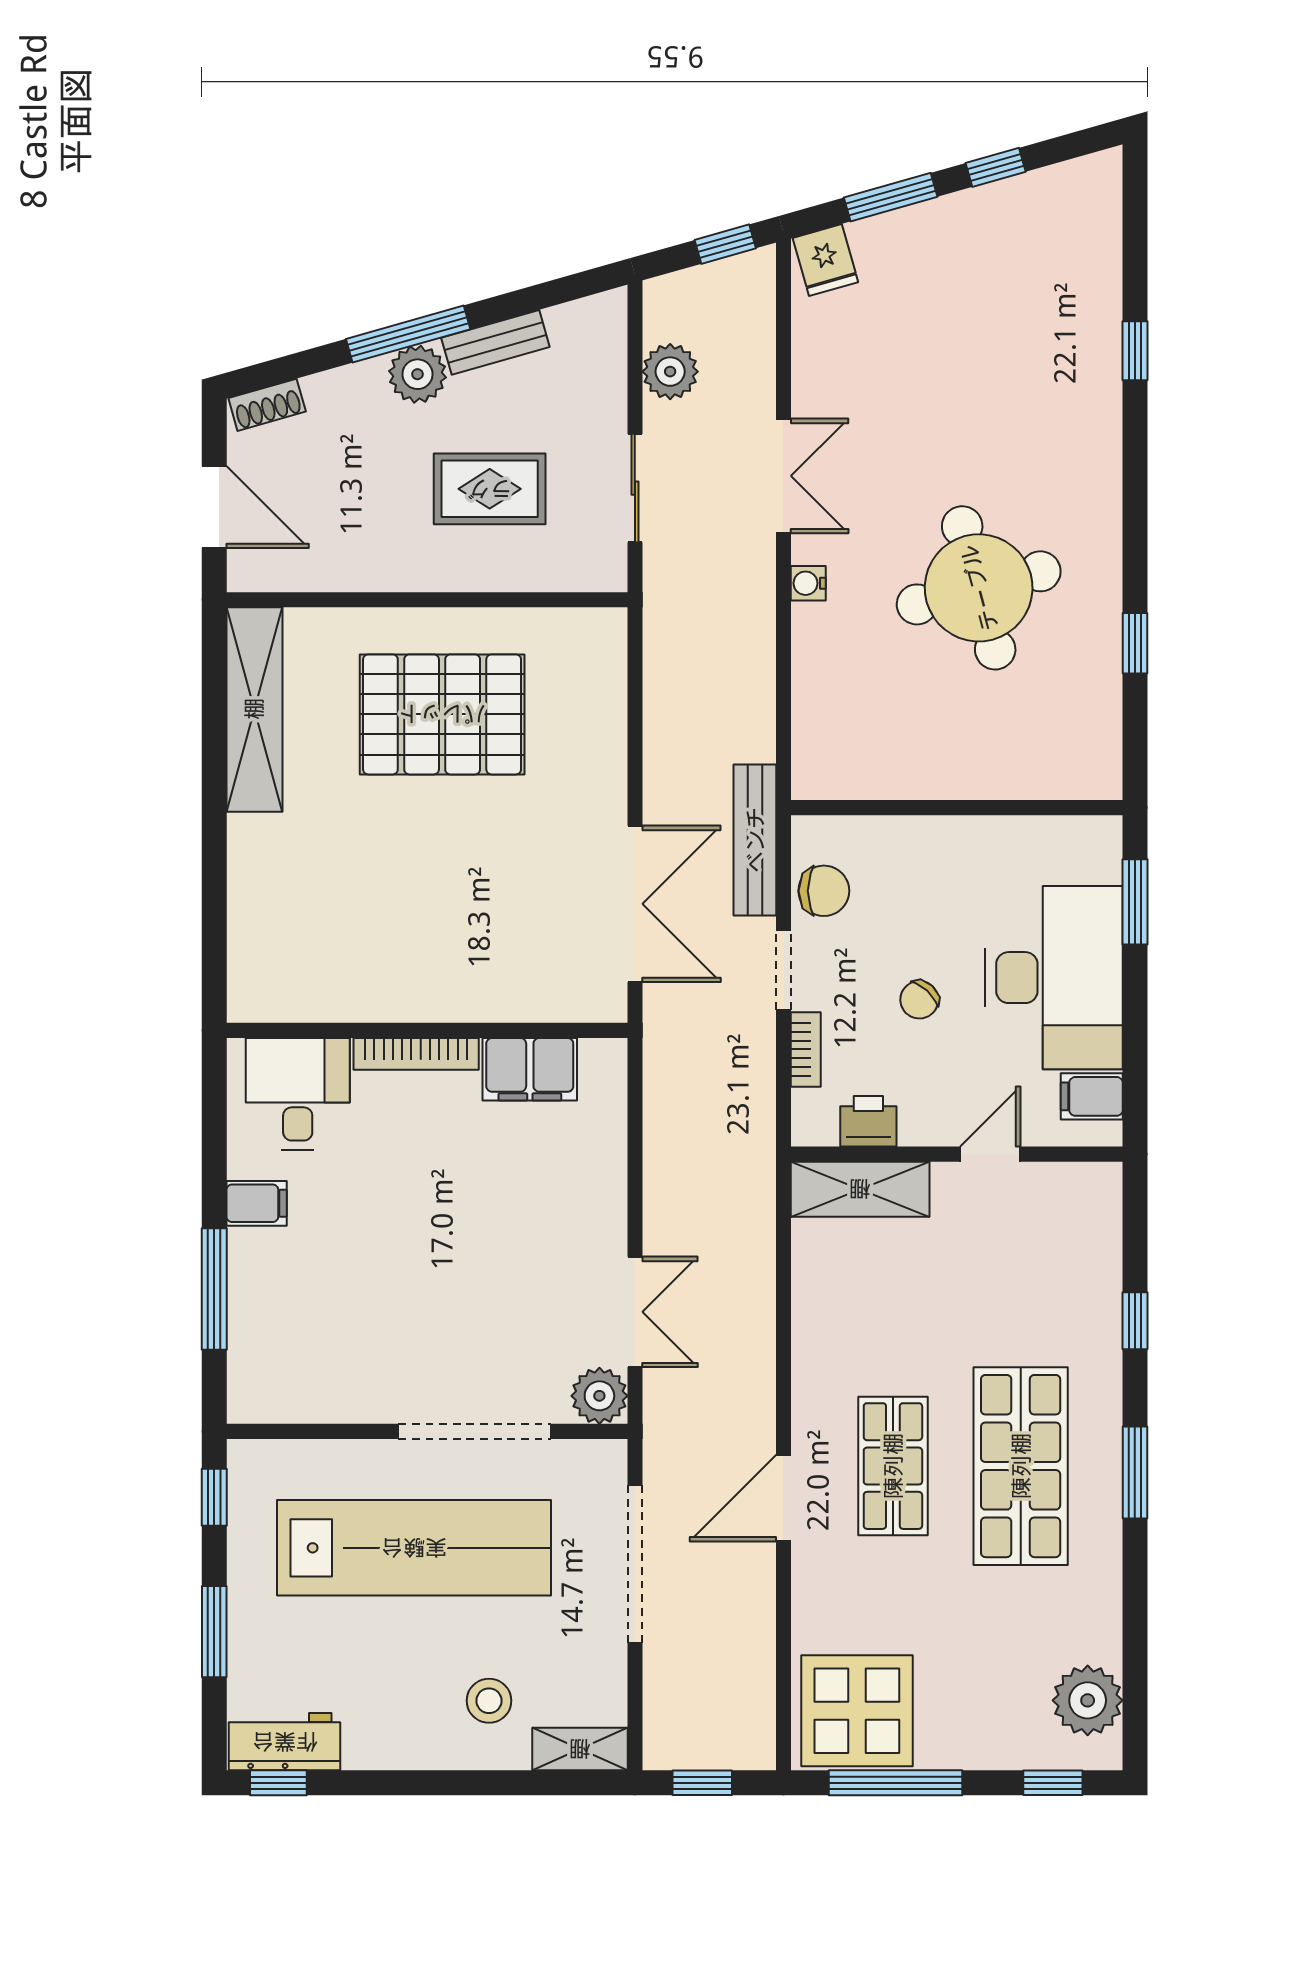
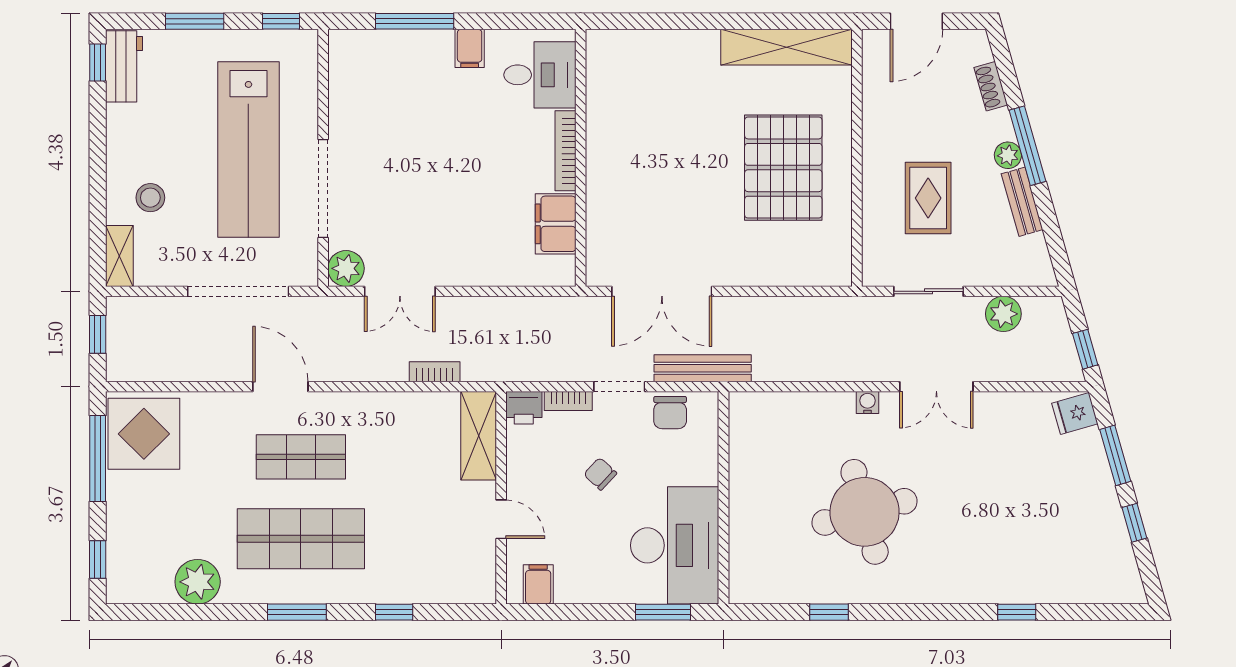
plant: (418, 374) -> (1008, 155), width x0.73, depth x0.73
shoe rack: (267, 405) -> (991, 86), moved
desk: (1054, 978) -> (675, 545), moved, turned -90
printer: (868, 1121) -> (524, 408), moved, turned 90
bookcase: (760, 1258) -> (435, 372), added
plant: (1088, 1700) -> (198, 582), moved

